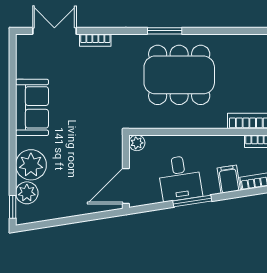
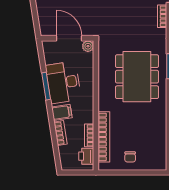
desk: (180, 178) -> (63, 82), width x1.37
door: (126, 186) -> (69, 38), moved

